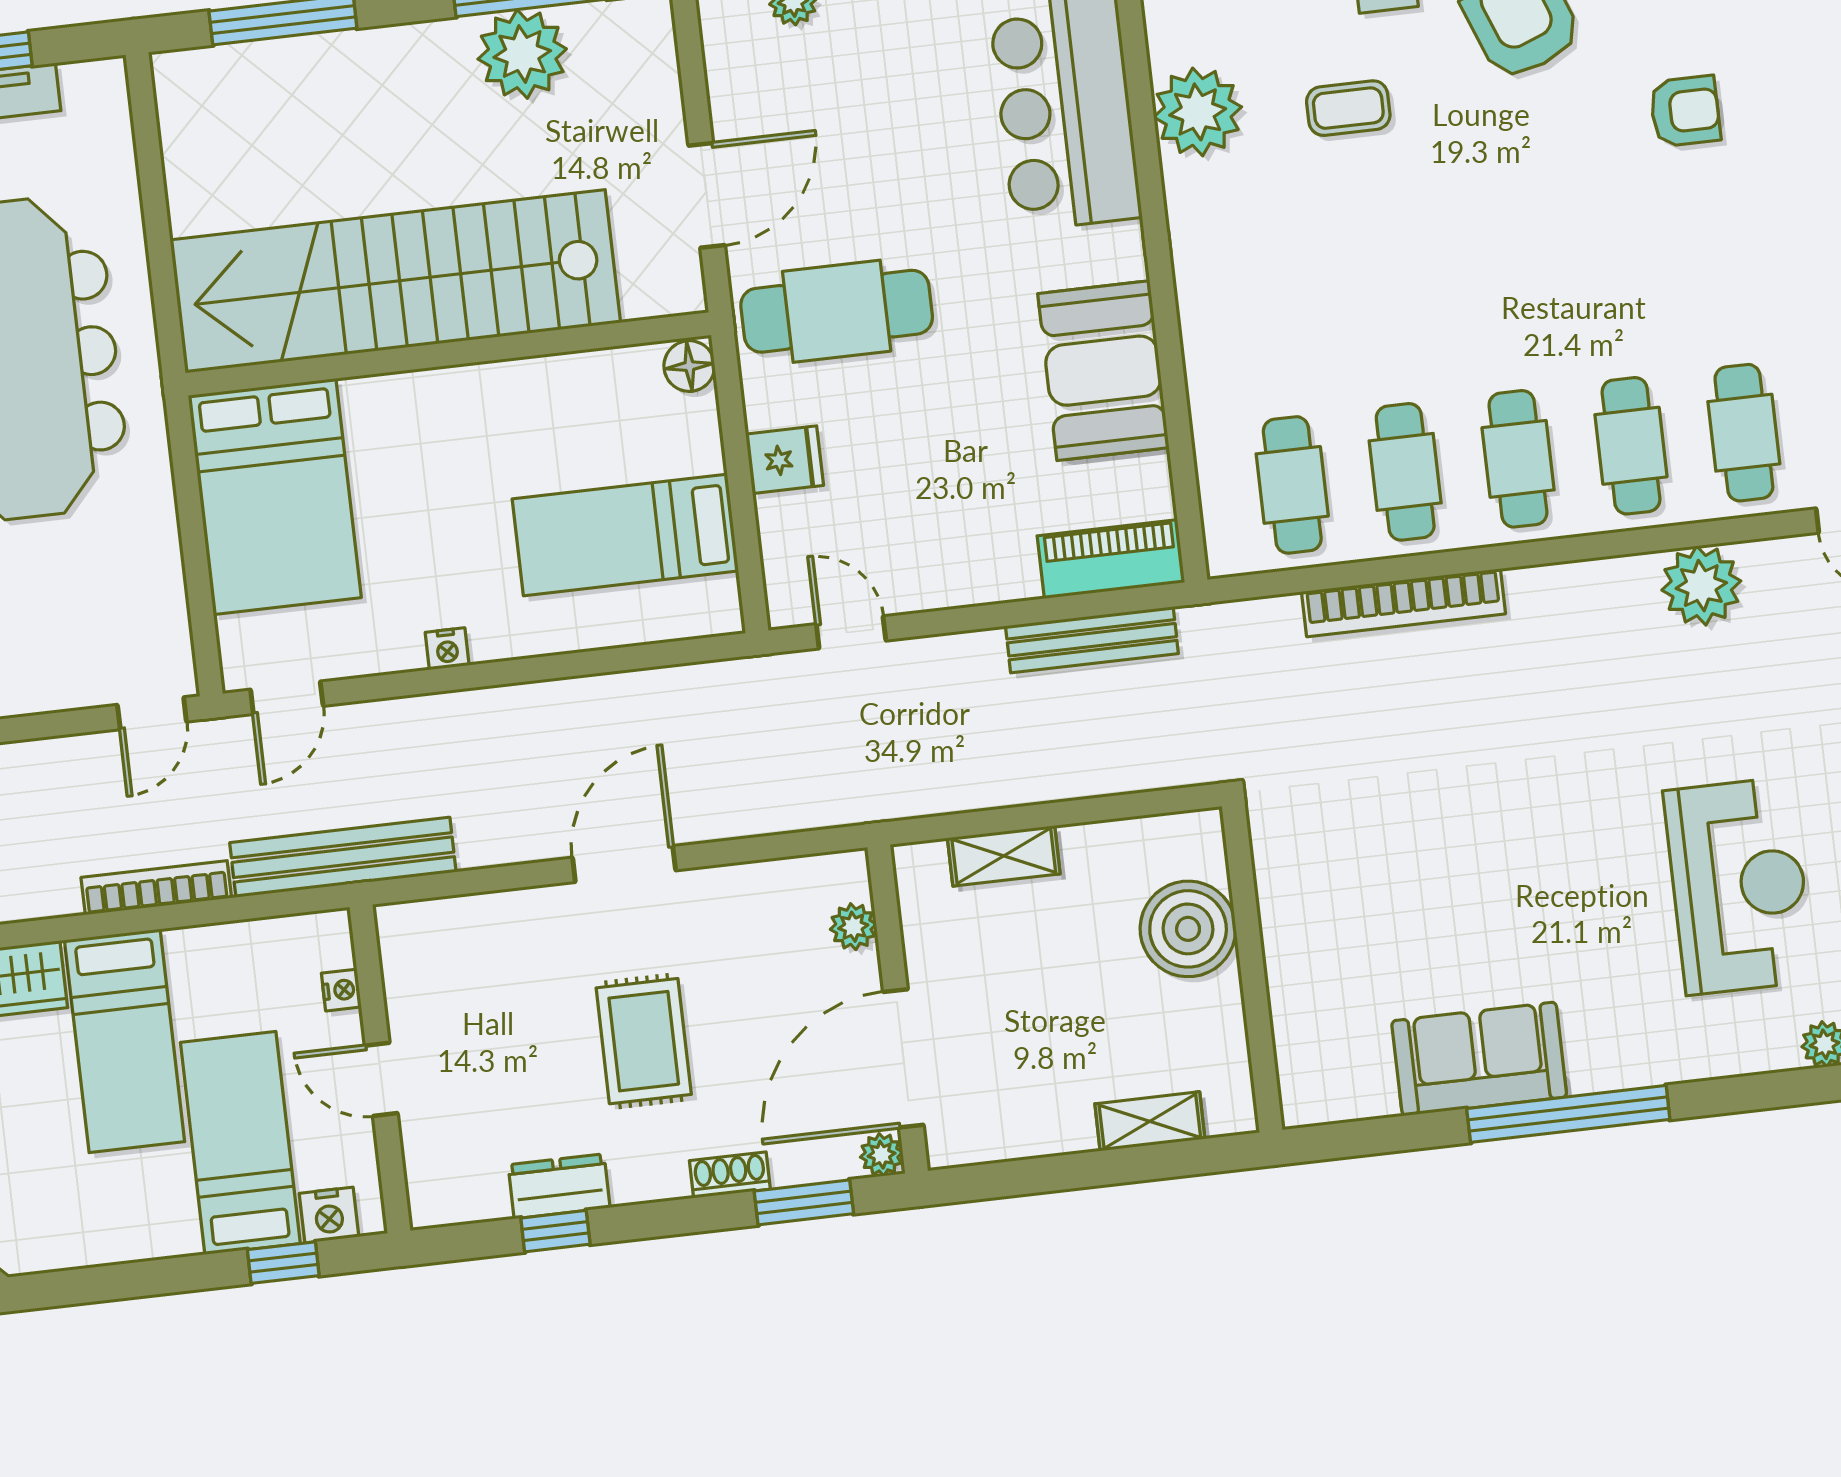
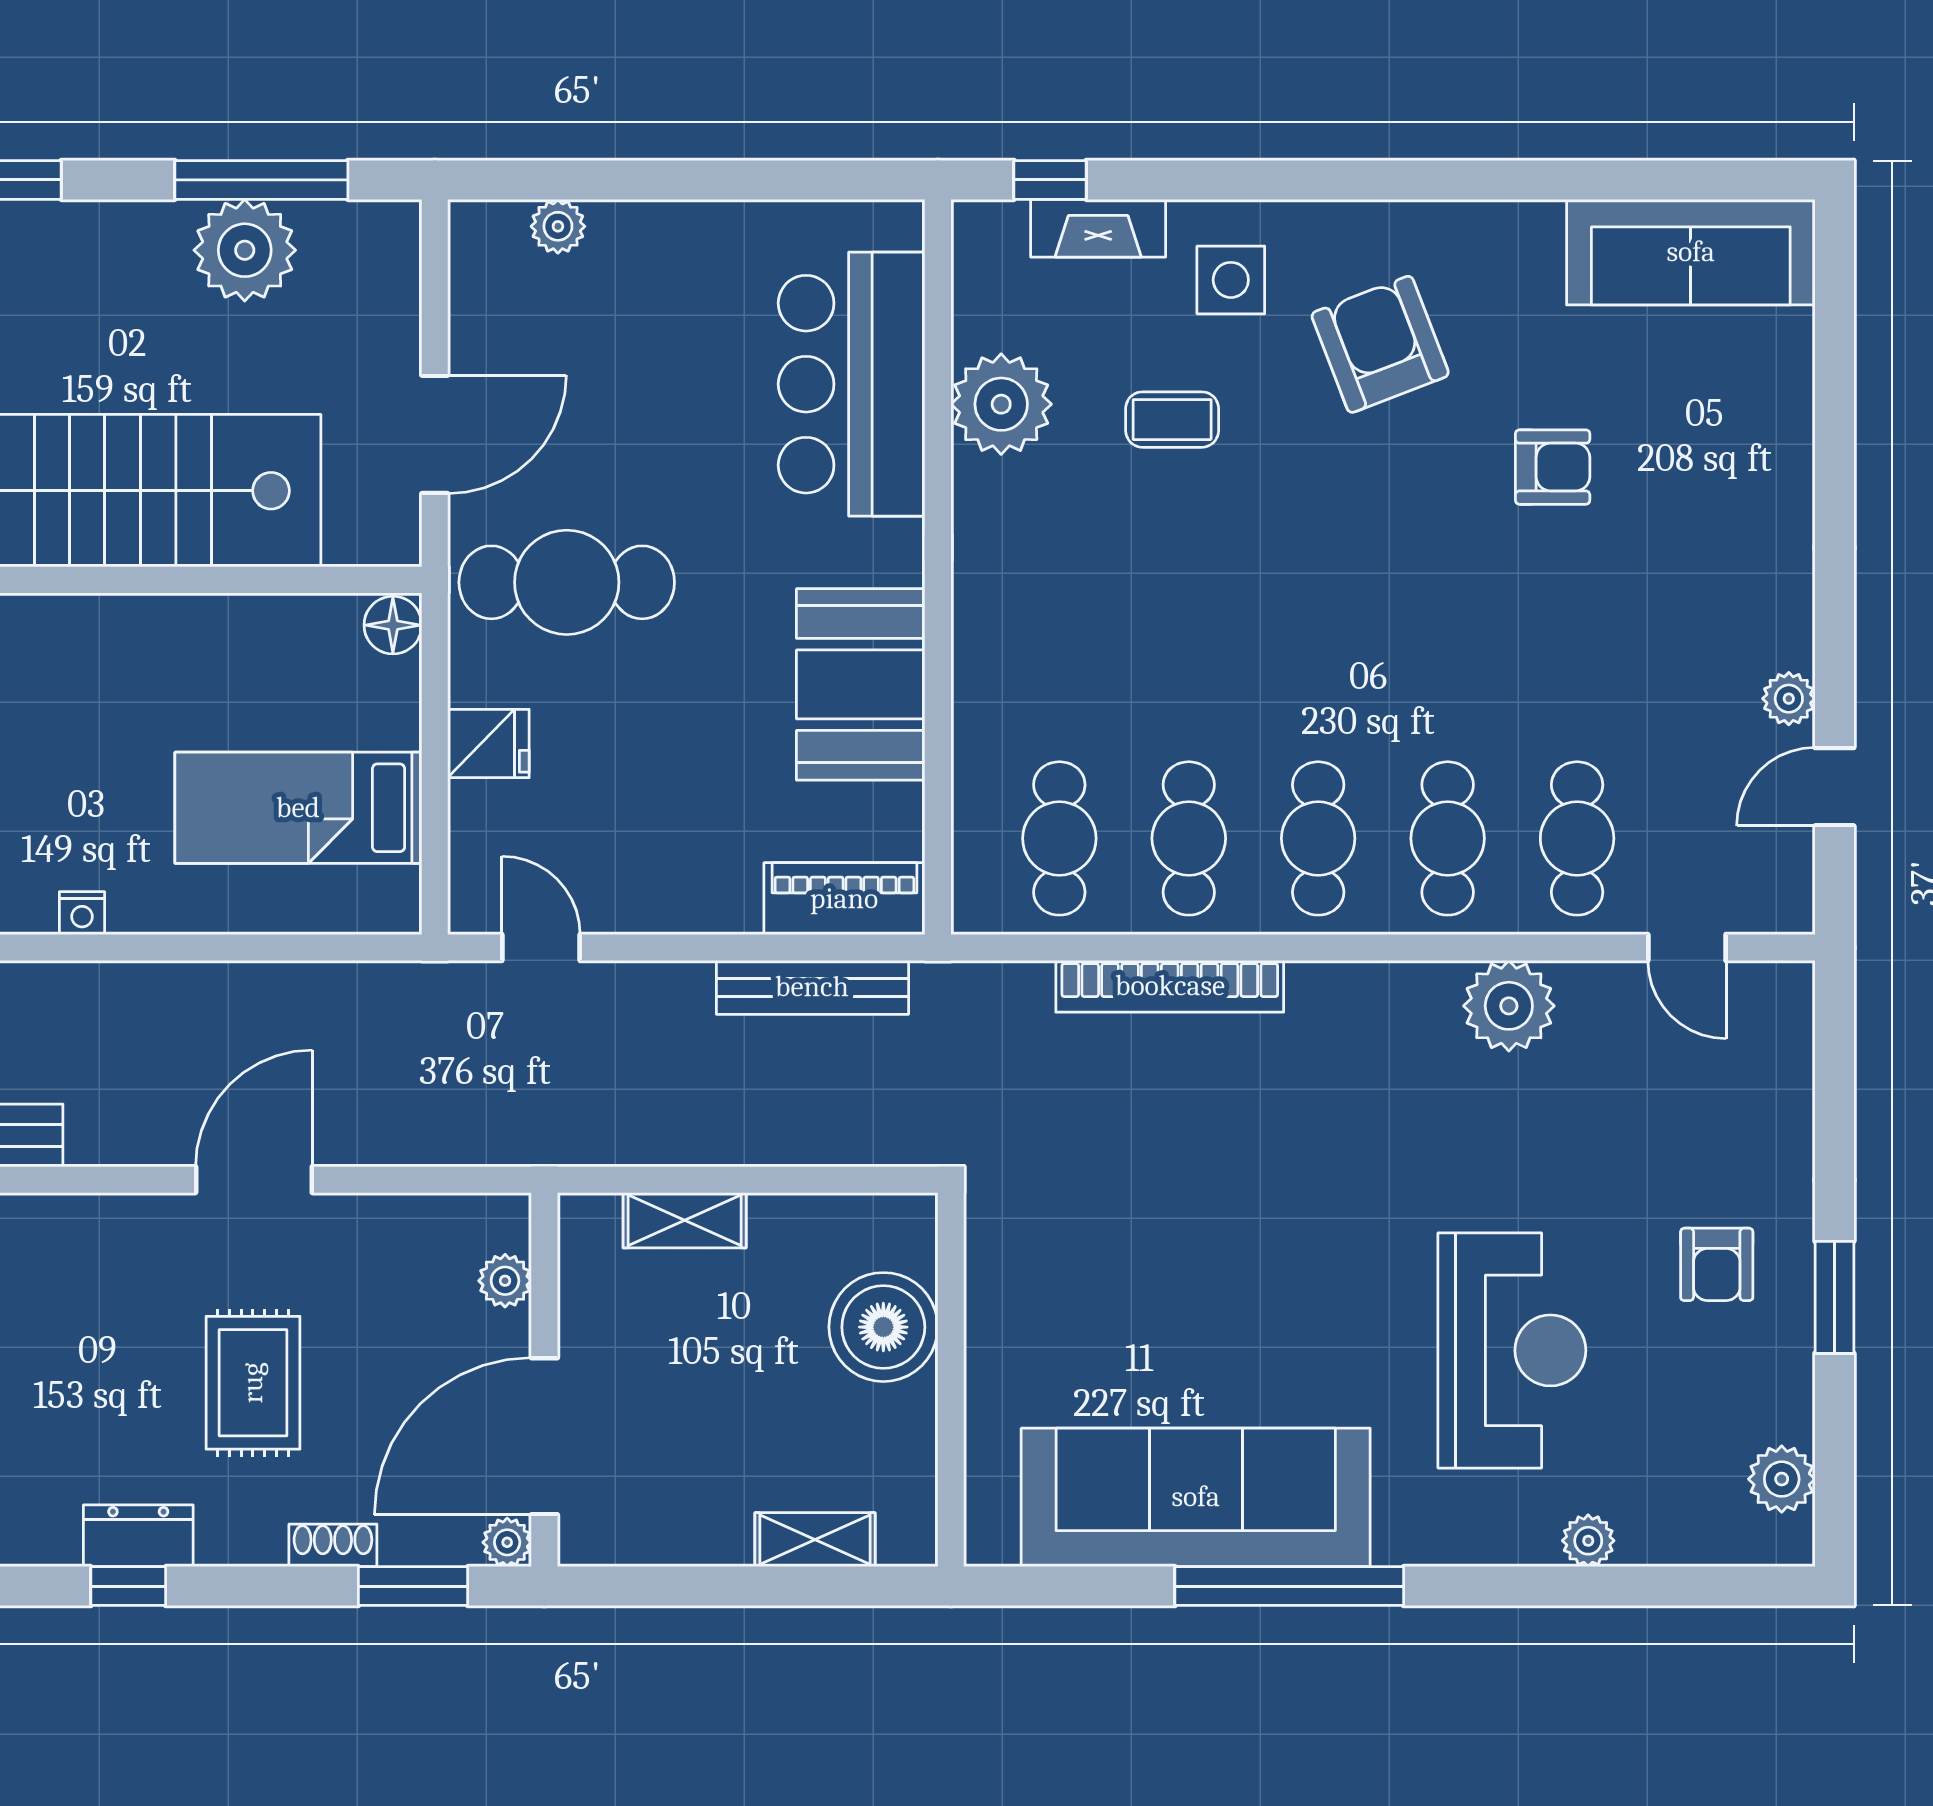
sofa: (1479, 1059) -> (1196, 1497), width x1.85, depth x1.27

